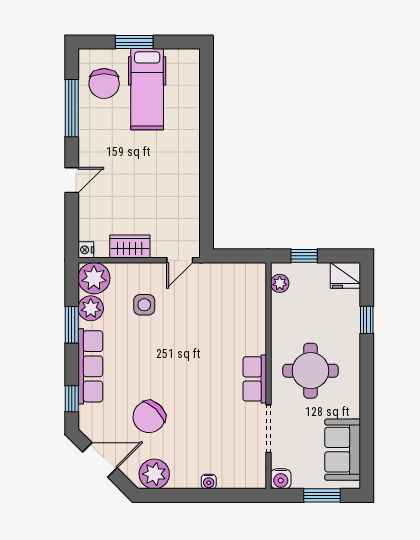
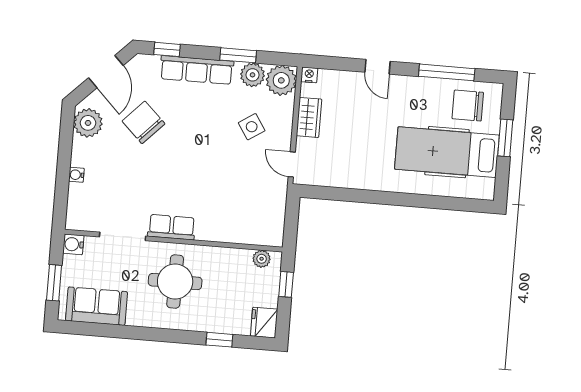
hospital bed: (147, 89) -> (447, 152), width x1.37, depth x1.29
side table: (144, 305) -> (252, 127), turned -33

